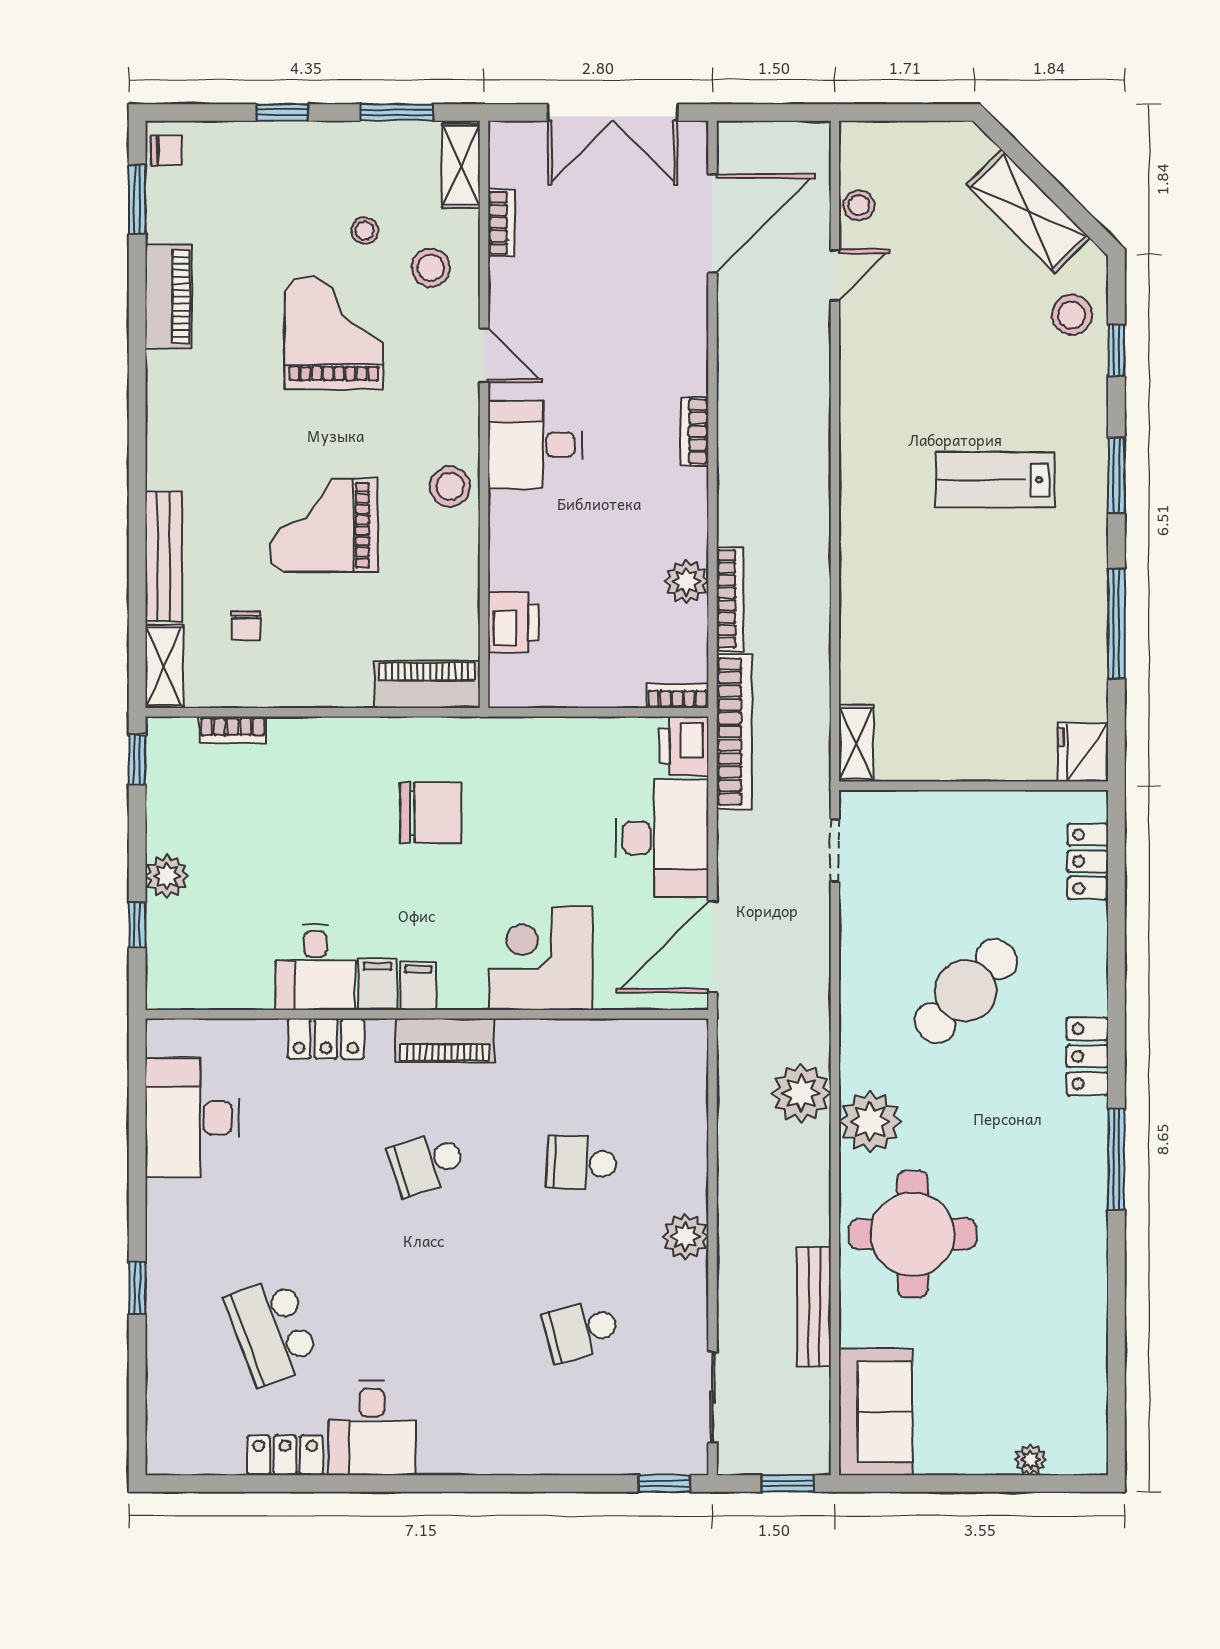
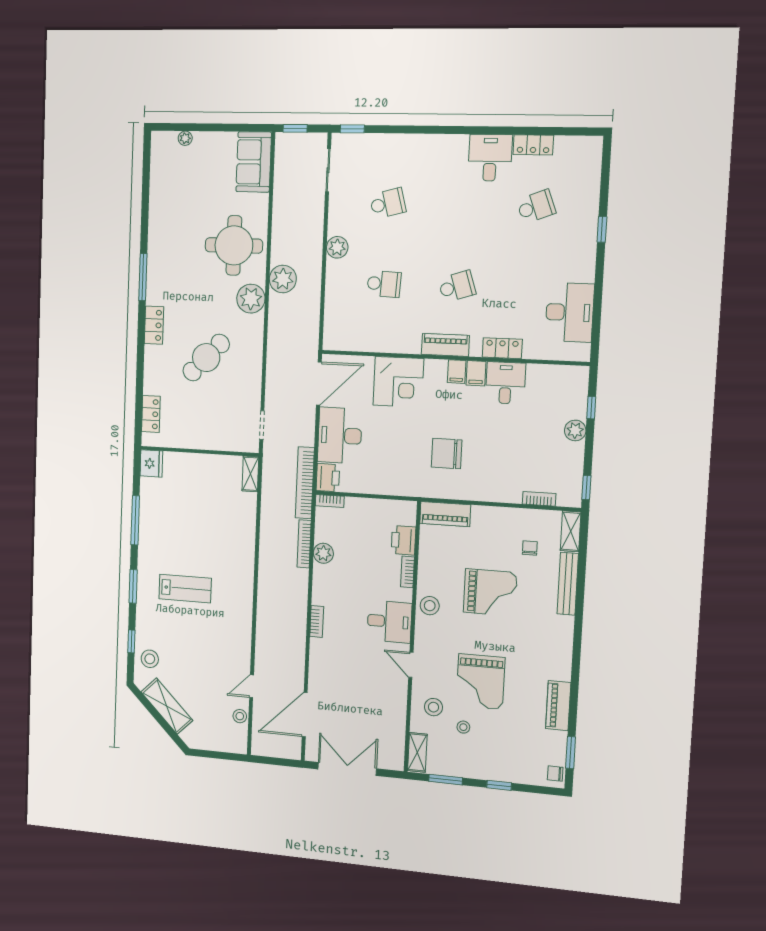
bookcase: (501, 223) -> (407, 572), moved
plant: (801, 1093) -> (283, 279), moved
bench: (814, 1307) -> (280, 212), removed
school desk: (272, 1331) -> (536, 207), width x0.54

